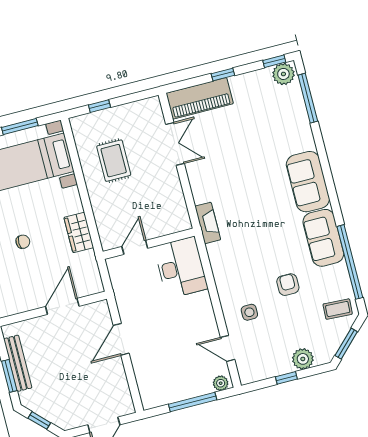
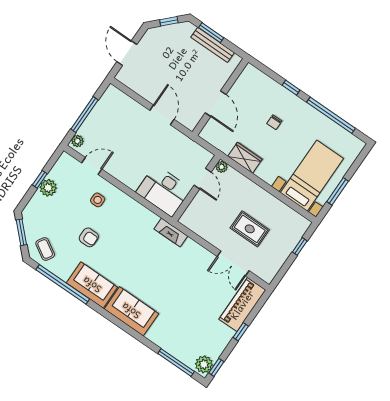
rug: (114, 161) -> (250, 229), moved
plant: (108, 243) -> (222, 167), added
coffee table: (338, 309) -> (45, 249), turned -62
plant: (303, 359) -> (48, 188), moved

